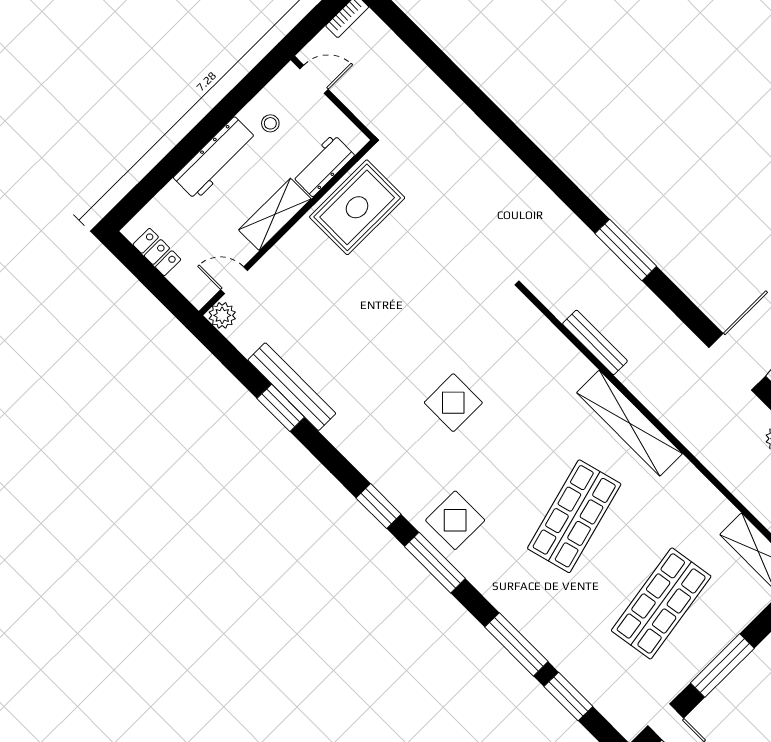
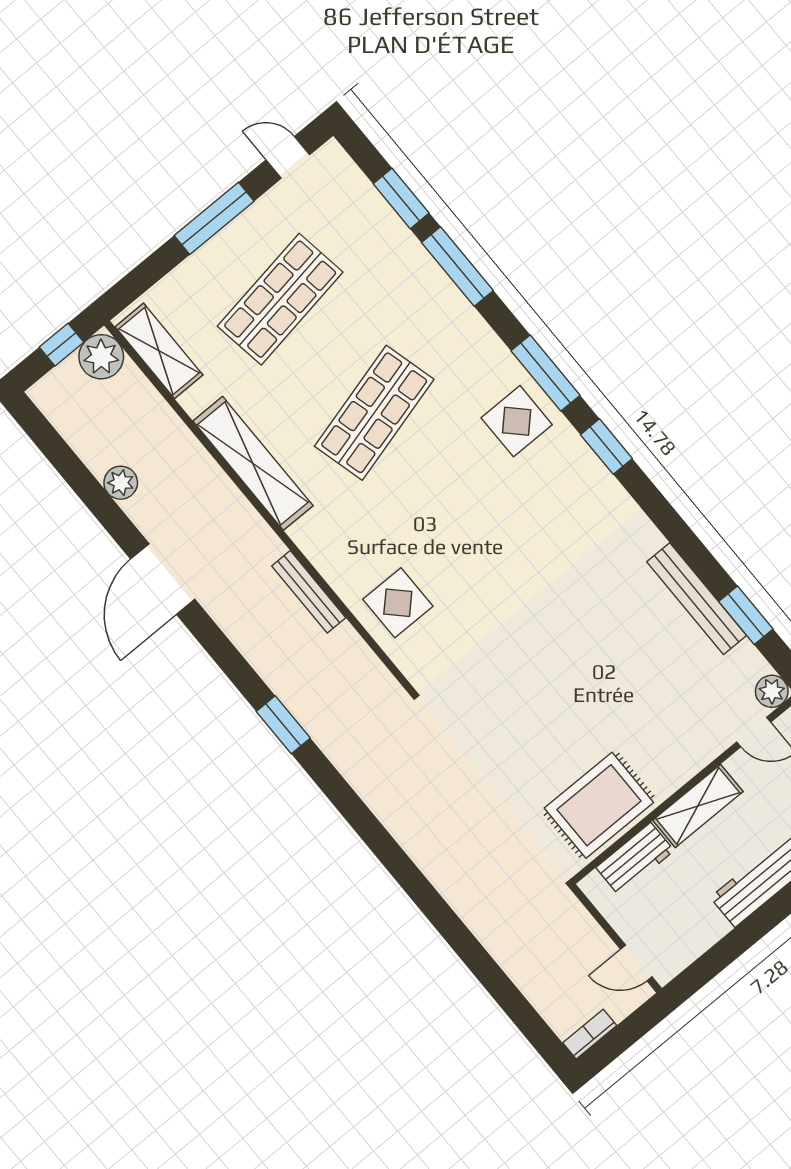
stool: (270, 123) -> (693, 915), removed
window: (626, 250) -> (283, 725), width x0.69
bench: (595, 342) -> (309, 592), moved
display table: (453, 403) -> (398, 603), moved
window: (281, 408) -> (746, 615), moved
shelving: (630, 423) -> (253, 463), moved

